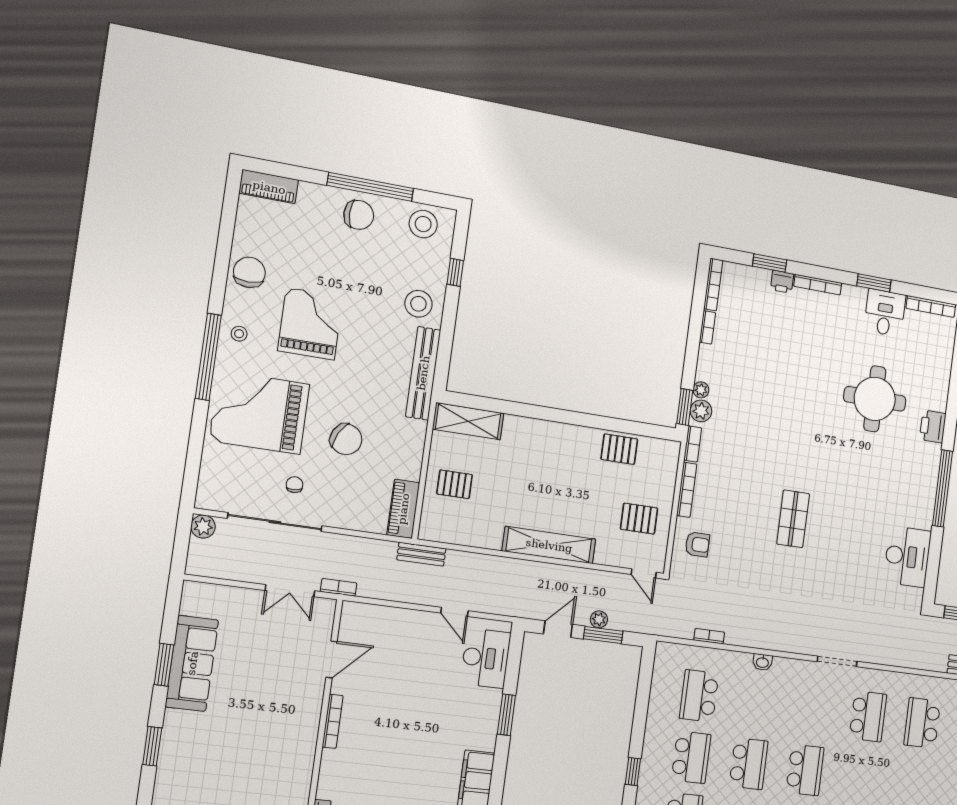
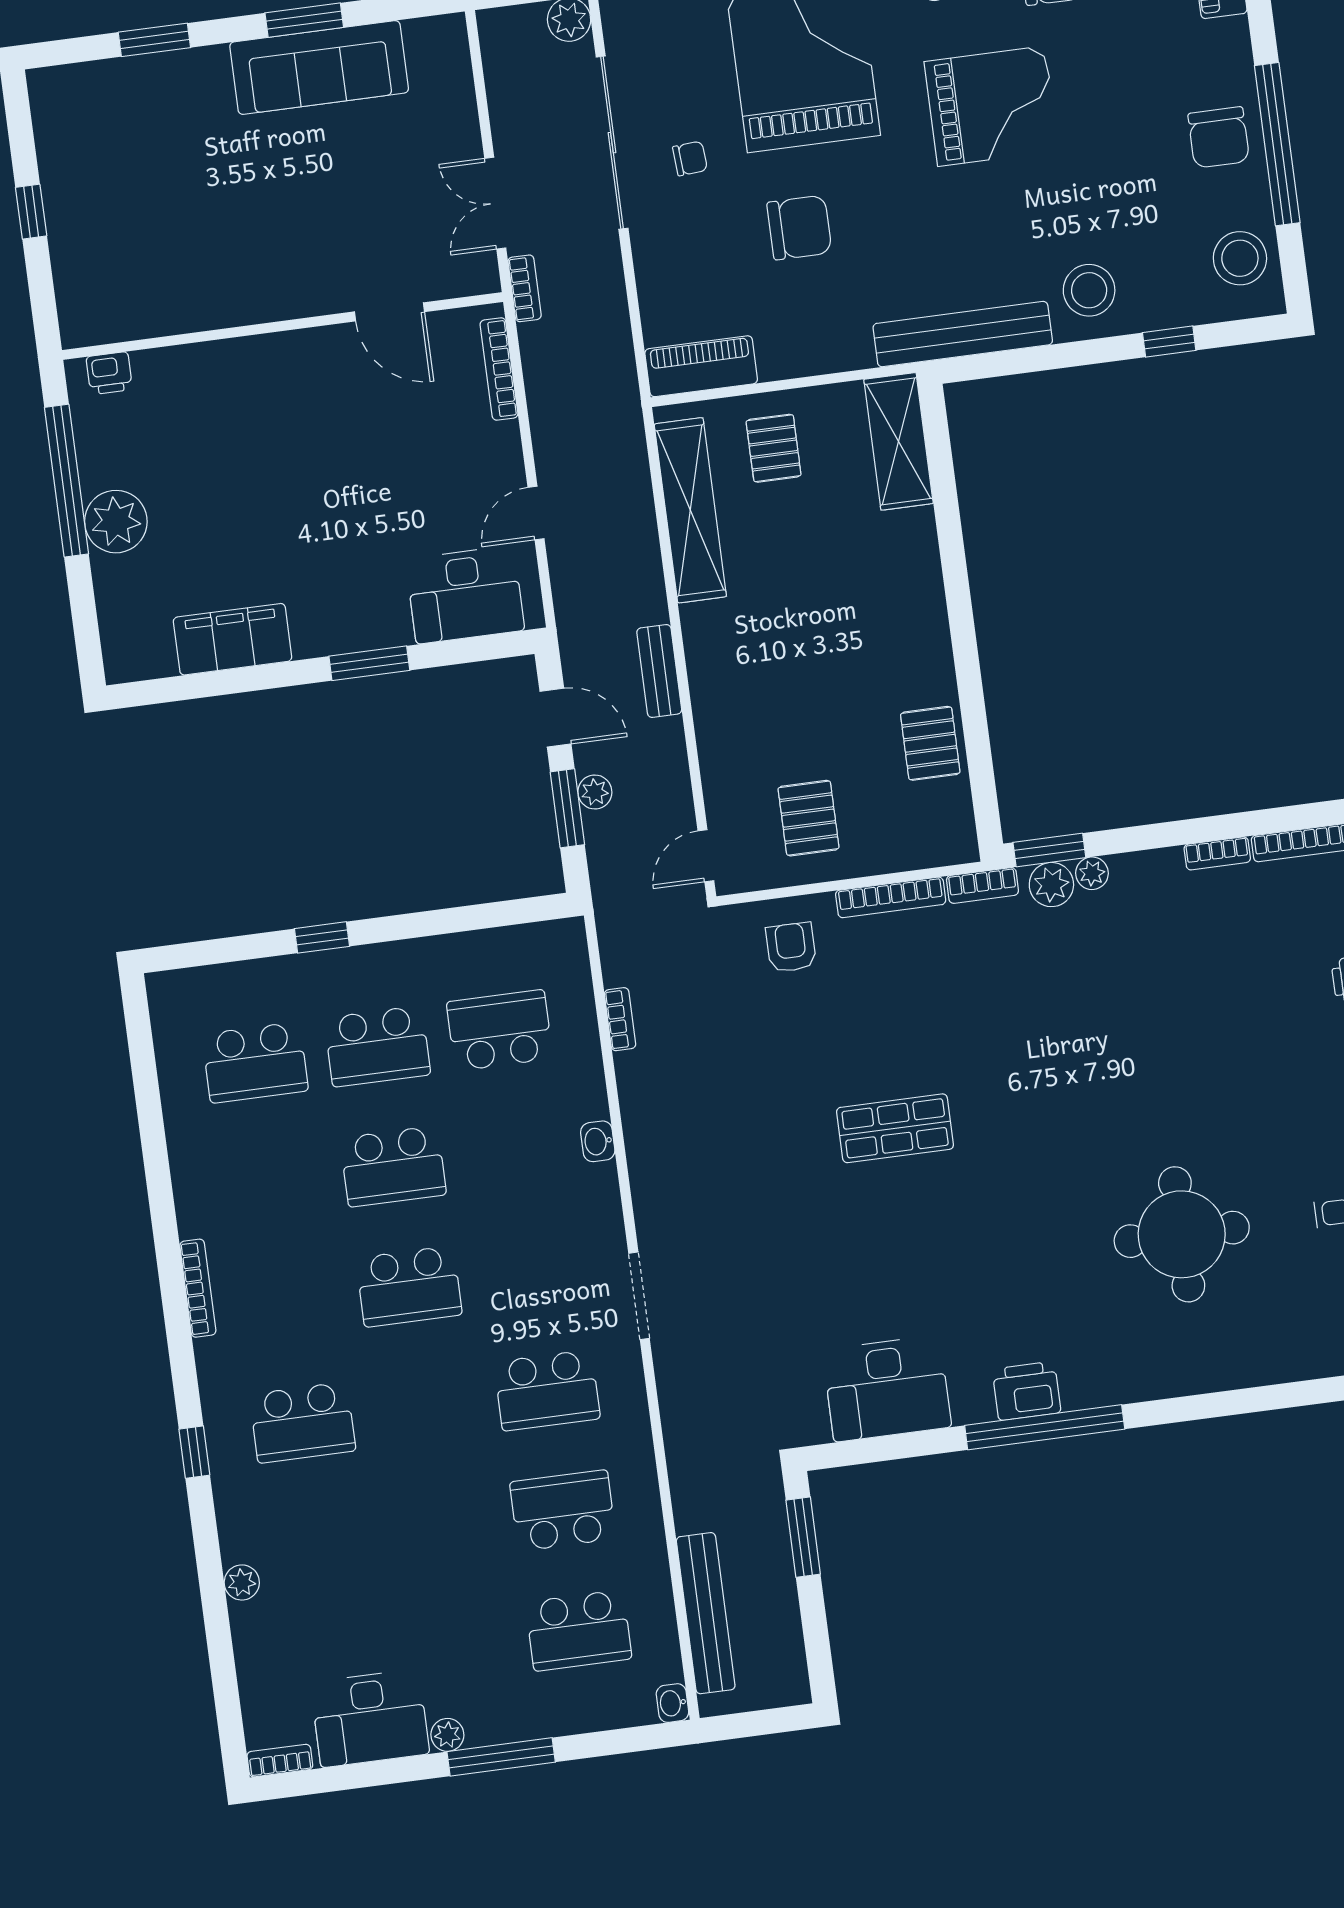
printer: (933, 427) -> (1027, 1391), moved
chair: (346, 439) -> (799, 228), turned -117
armchair: (697, 544) -> (791, 947), turned 180
shelving: (549, 545) -> (690, 510), moved
bench: (421, 554) -> (659, 671), moved
bookcase: (333, 721) -> (499, 369), moved, turned 90

